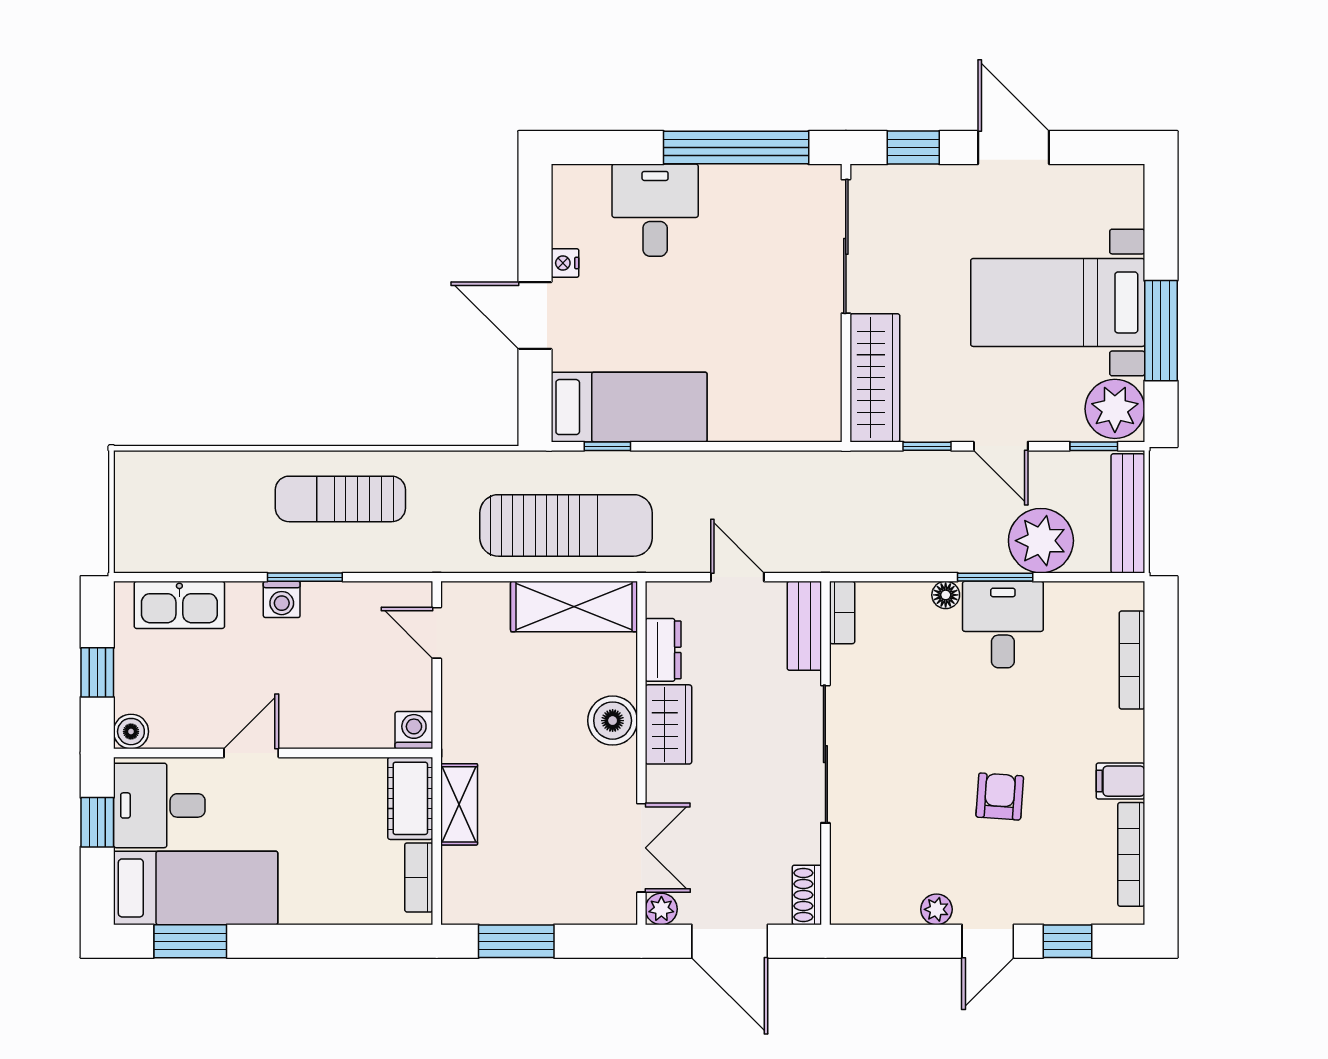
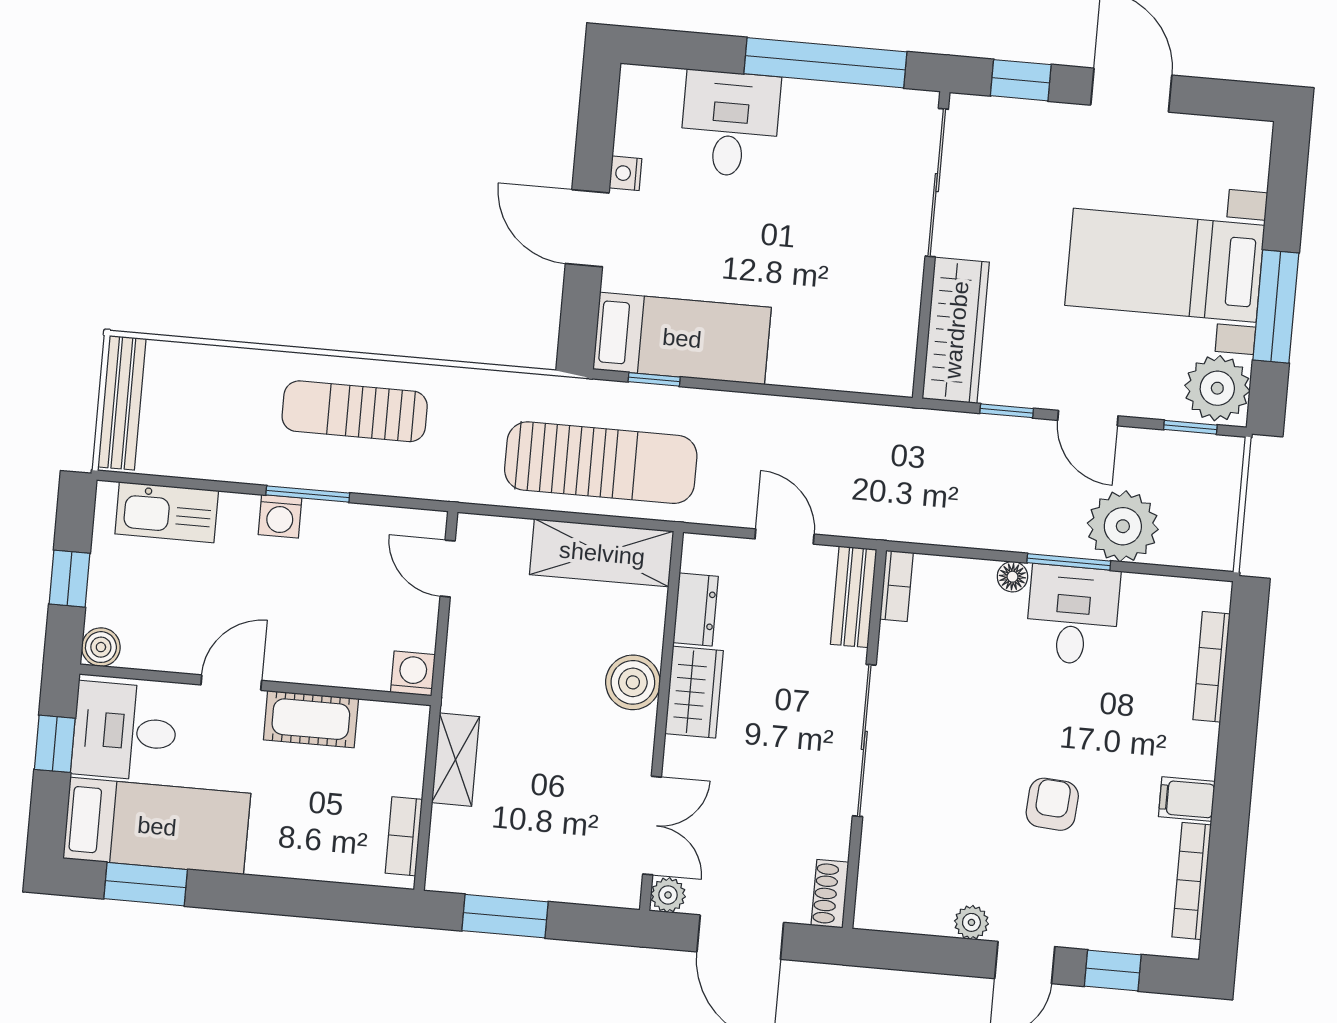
bench: (1128, 513) -> (122, 403), moved
cot: (410, 798) -> (311, 719), moved, turned 90

